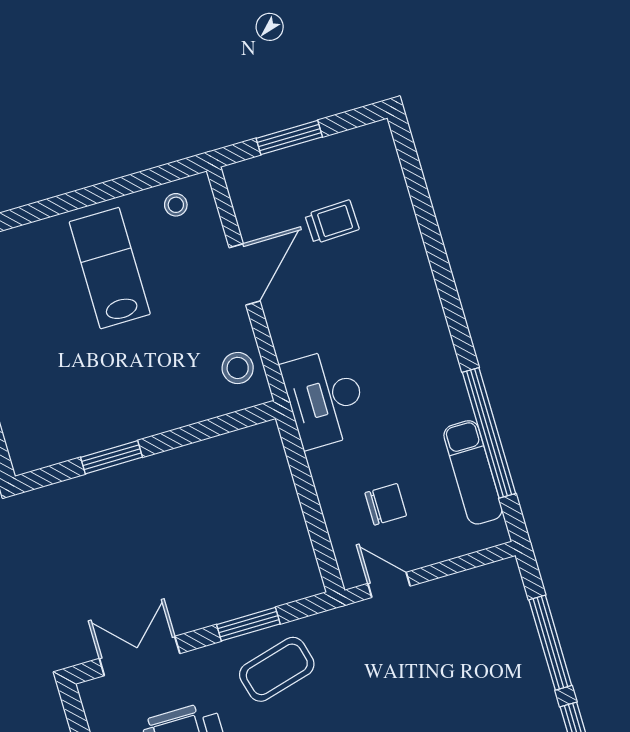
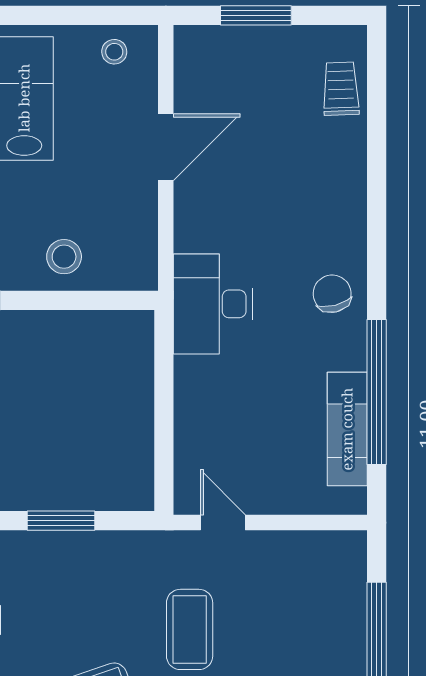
trolley: (332, 222) -> (341, 89), moved, turned -90
stool: (238, 368) -> (64, 257), moved
chair: (386, 504) -> (332, 294), moved, turned -104
coffee table: (277, 669) -> (190, 629), moved, turned -75

